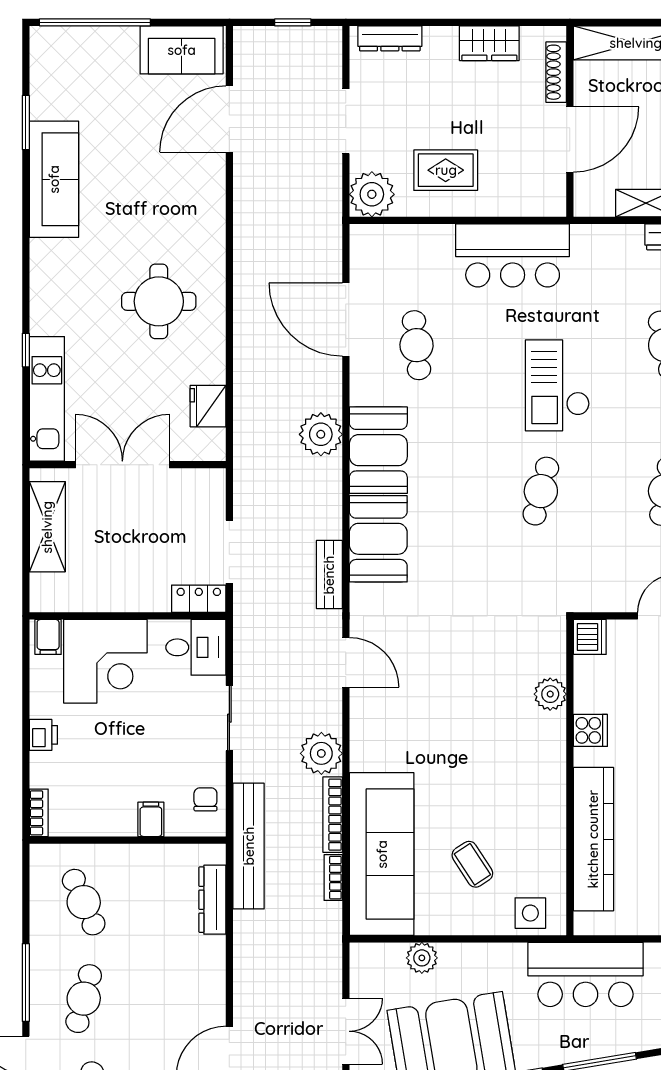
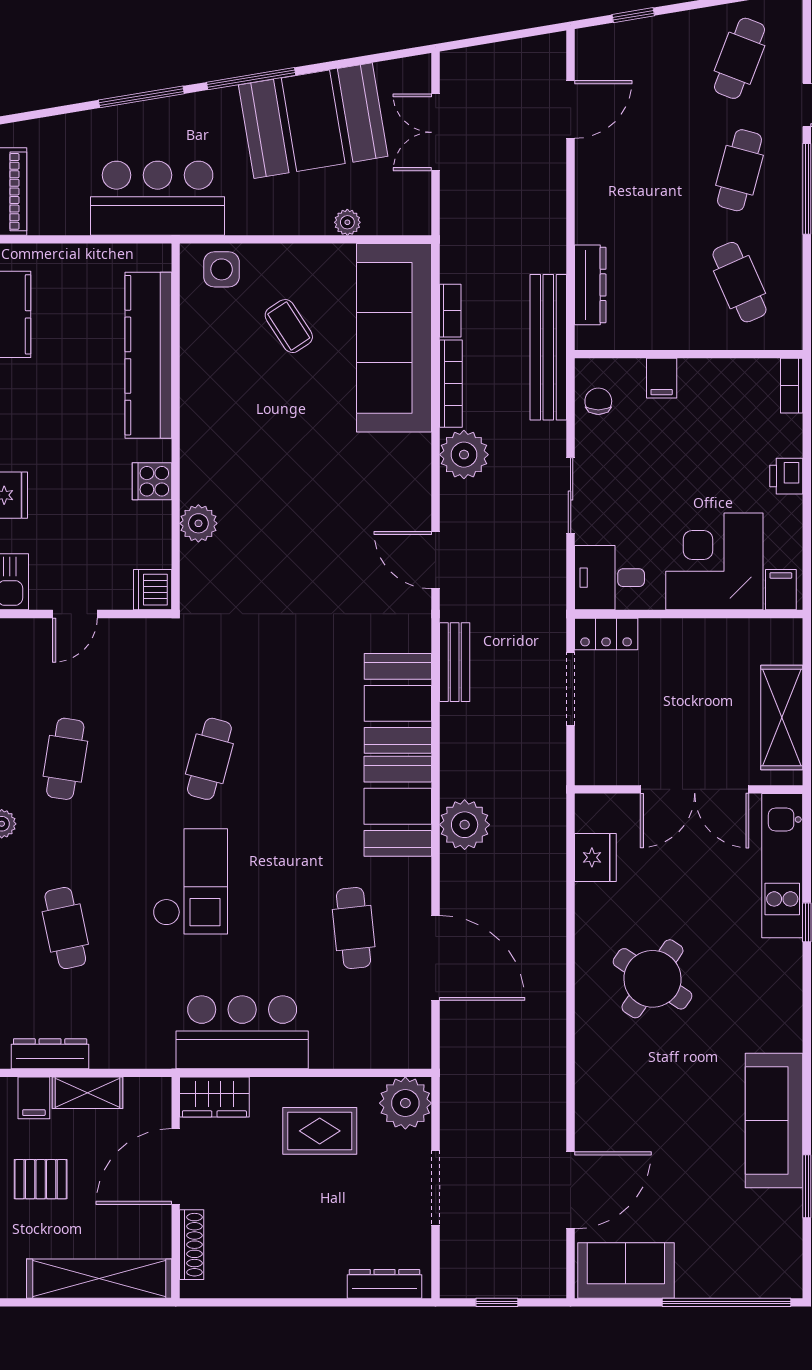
wardrobe: (489, 43) -> (214, 1097), moved, turned 180
round table: (159, 301) -> (652, 979), turned 34
chair: (205, 799) -> (598, 401), turned 180
plant: (422, 958) -> (347, 222), width x0.73, depth x0.73

